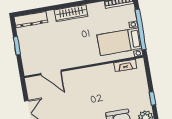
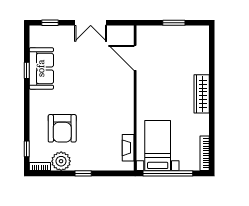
dresser: (31, 20) -> (202, 45), removed
door: (51, 72) -> (135, 58), hinge flipped

